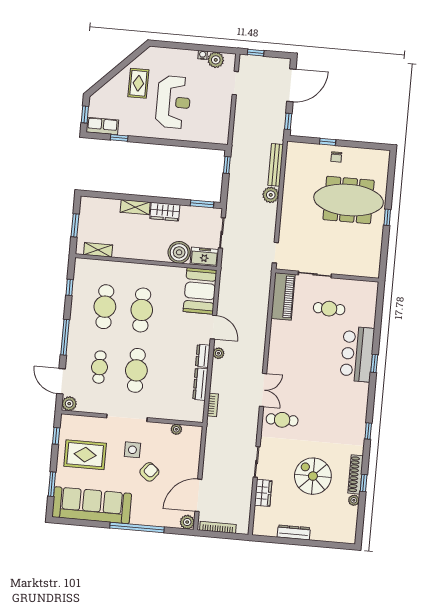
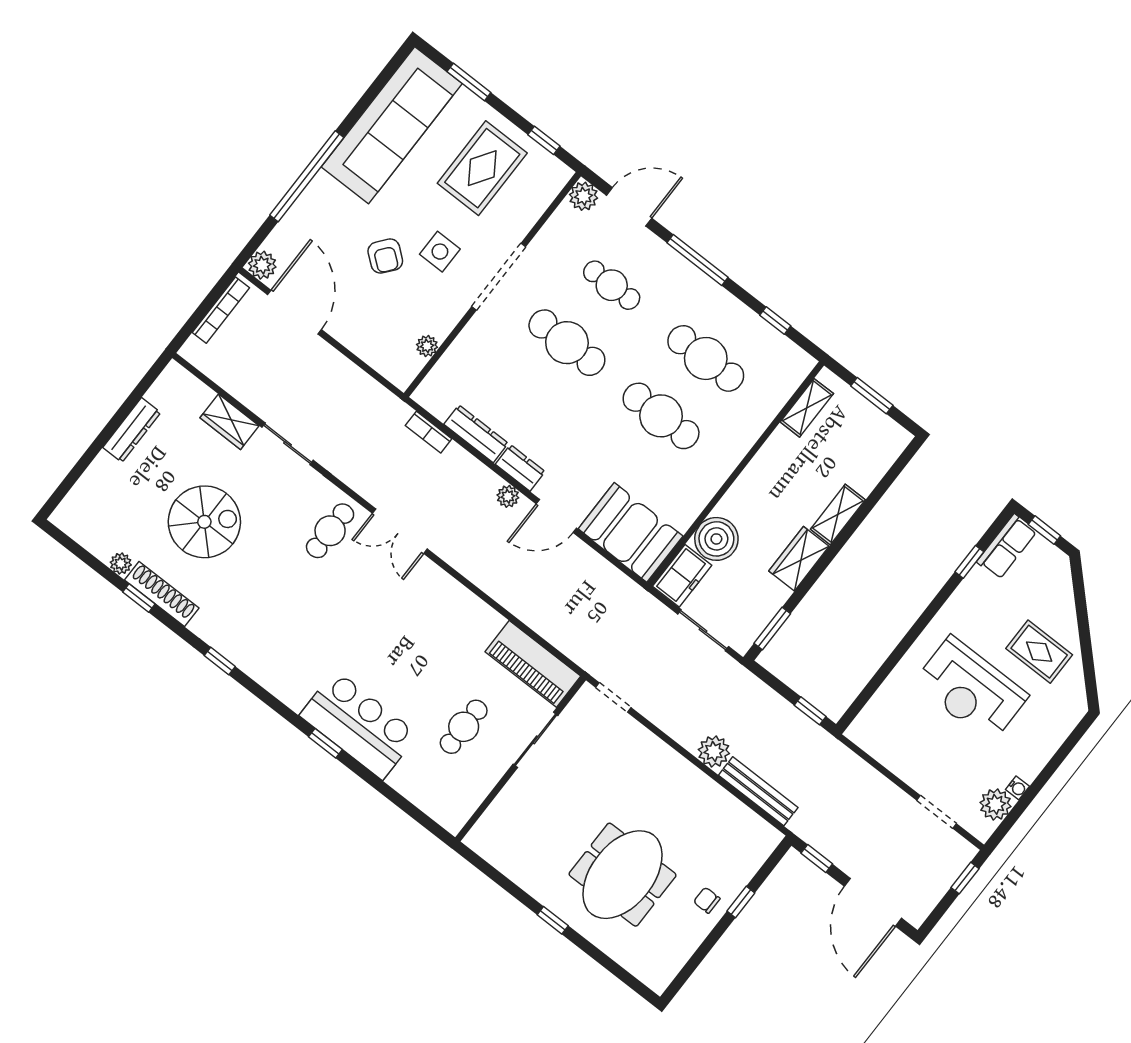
meeting table: (349, 200) -> (623, 875), width x0.73

